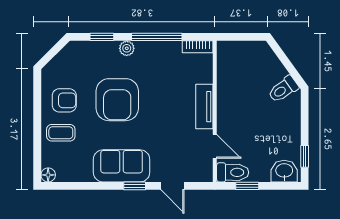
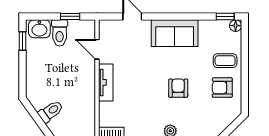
toilet: (283, 89) -> (51, 111), moved
armchair: (117, 100) -> (178, 88), width x0.53, depth x0.53
toilet: (233, 172) -> (60, 33), moved, turned -90
window: (135, 186) -> (225, 16), moved

